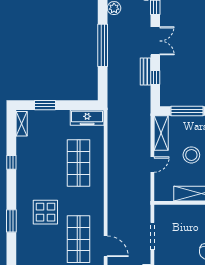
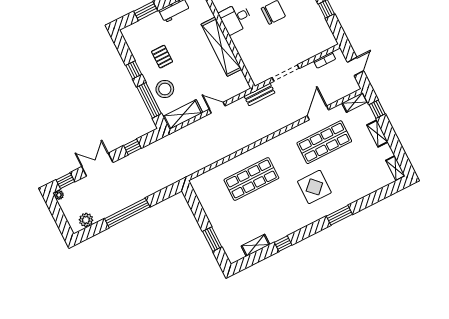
bench: (145, 71) -> (260, 95), moved
freezer: (87, 118) -> (204, 193), removed
shelving: (22, 124) -> (256, 245), moved
stool: (191, 155) -> (165, 89), moved

